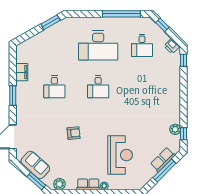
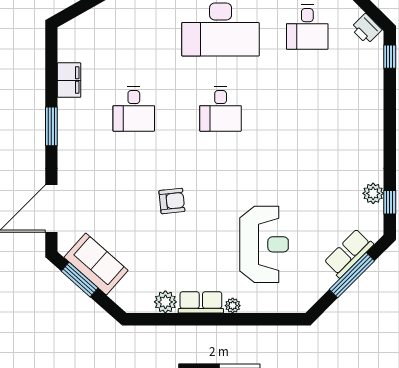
window: (36, 181) -> (80, 280), moved
plant: (59, 184) -> (165, 302), moved

